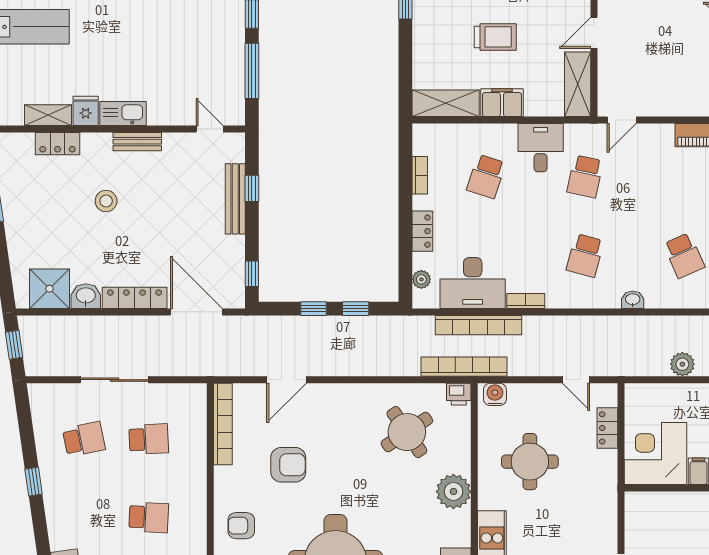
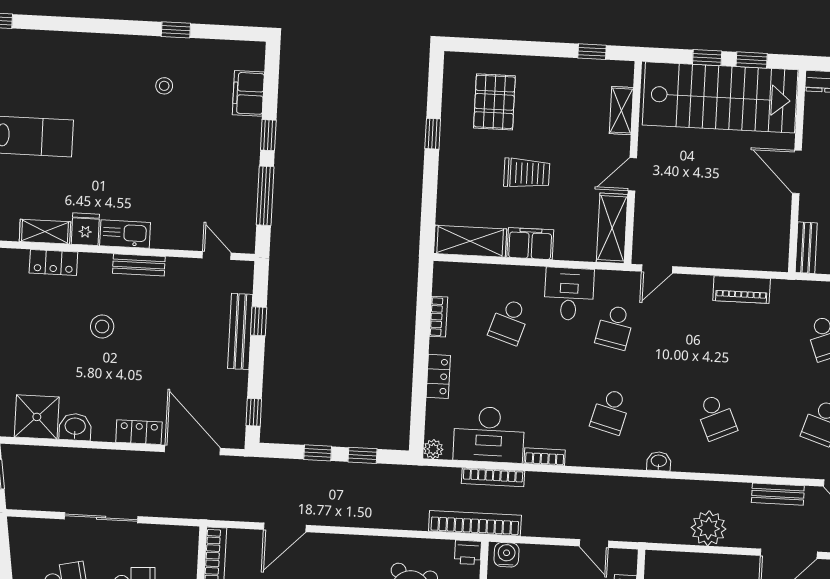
plant: (421, 279) -> (433, 449), moved
locker: (135, 298) -> (139, 432), width x0.66
bookcase: (479, 325) -> (493, 477), width x0.68, depth x0.76
plant: (682, 364) -> (709, 528), width x1.36, depth x1.36

